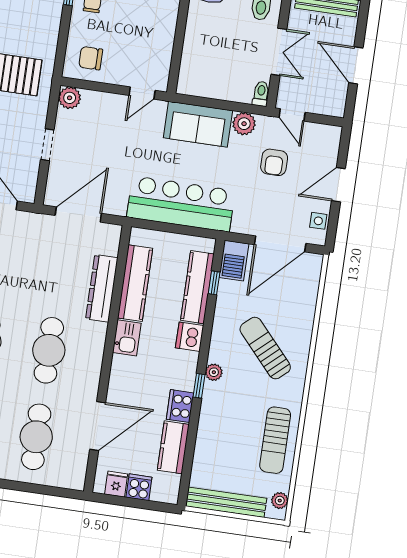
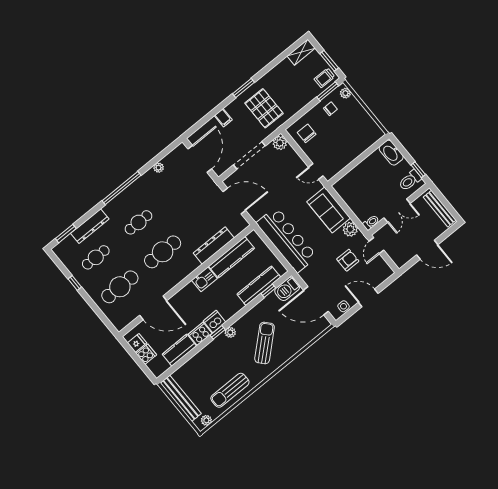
door: (356, 65) -> (427, 250), swing flipped
doorway: (47, 145) -> (249, 155), width x1.87
armchair: (274, 162) -> (348, 260), turned 180
dishwasher: (190, 337) -> (214, 322), moved

